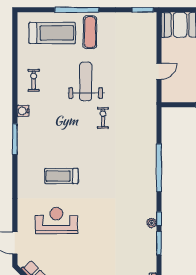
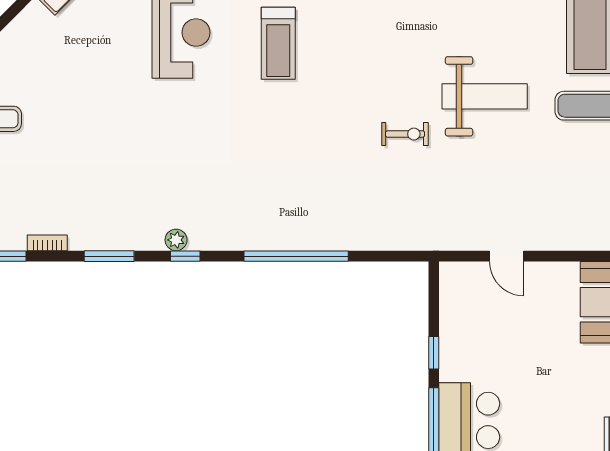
treadmill: (61, 176) -> (278, 43), turned 180
window: (159, 243) -> (109, 256), moved

